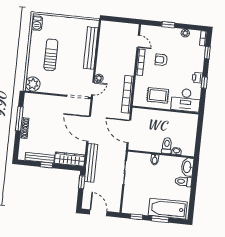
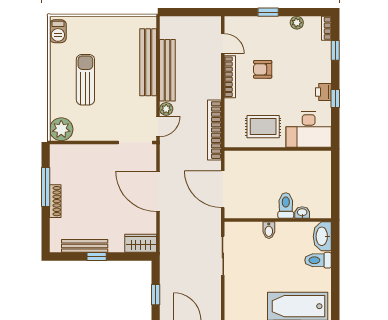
wardrobe: (70, 159) -> (141, 243), width x0.67
bench: (91, 163) -> (167, 70), moved
window: (82, 182) -> (156, 295), moved

